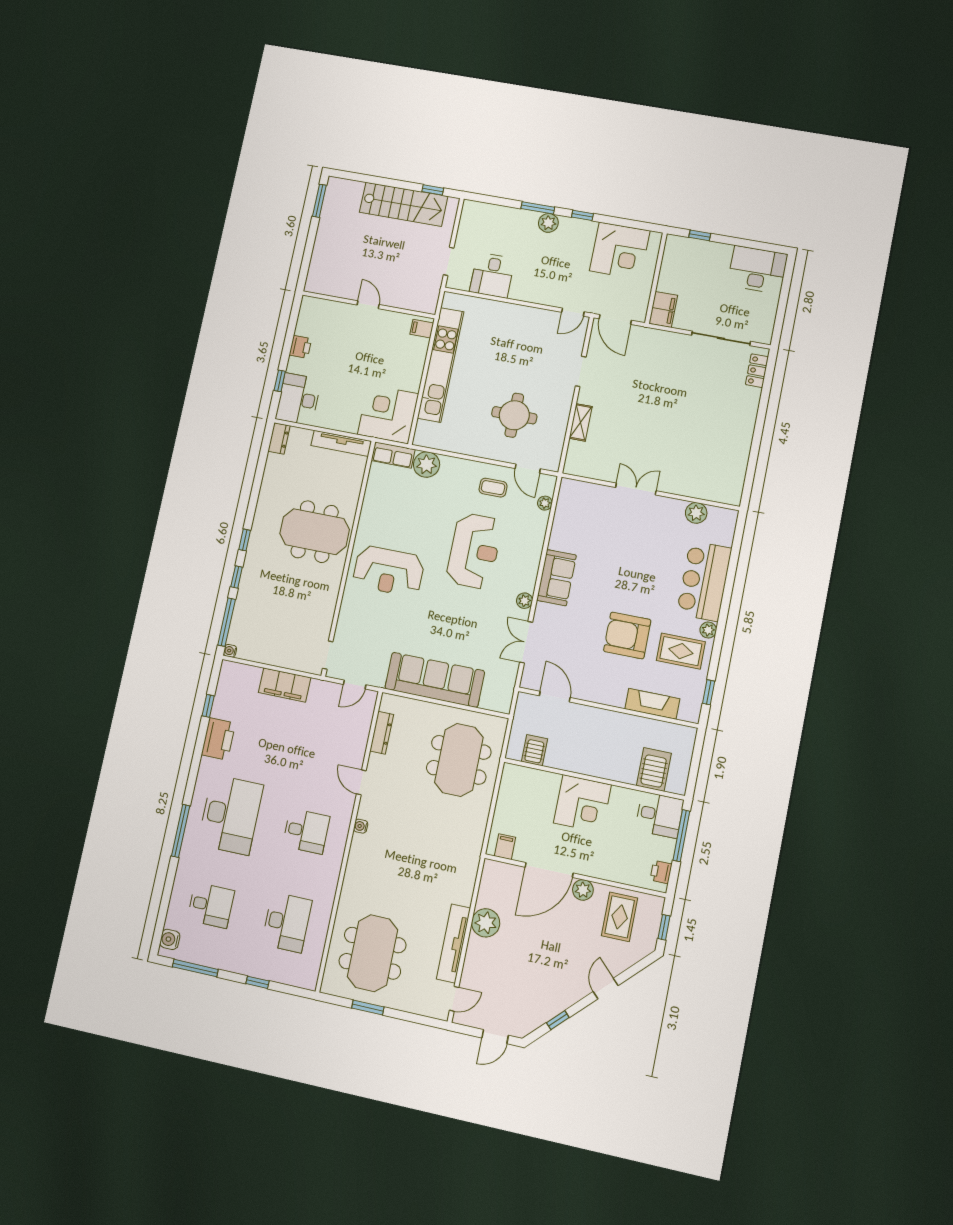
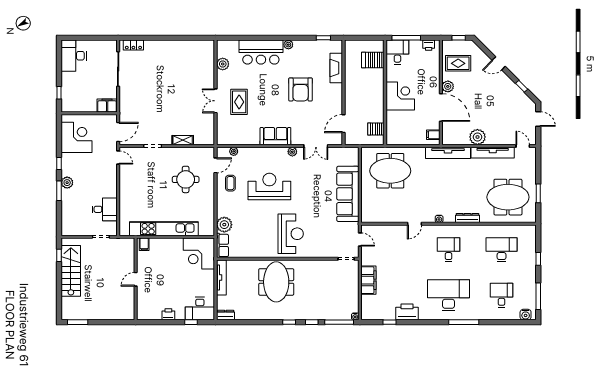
rug: (681, 651) -> (239, 102), moved
dresser: (382, 733) -> (467, 218), moved
tv unit: (469, 866) -> (448, 153), added

